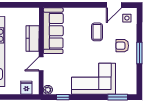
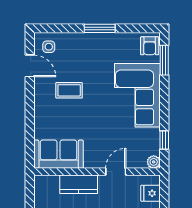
sofa: (53, 31) -> (59, 154), width x0.73
armchair: (122, 46) -> (150, 46), moved
door: (41, 64) -> (116, 172), swing flipped

